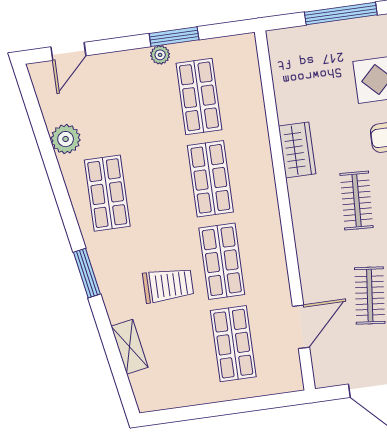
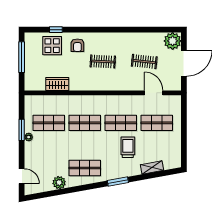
wardrobe: (297, 150) -> (57, 84), moved

